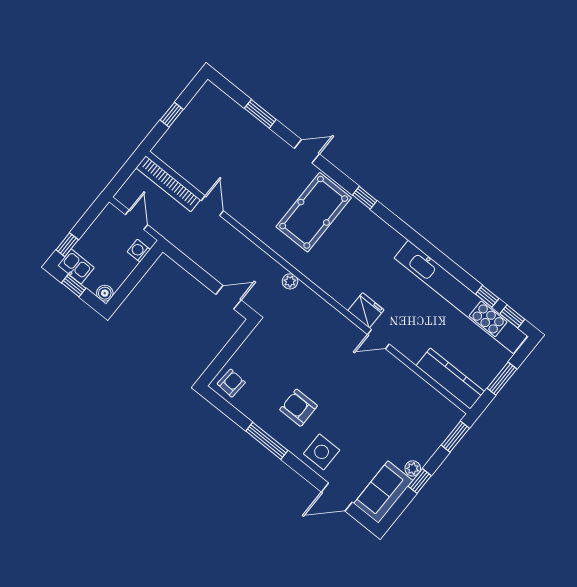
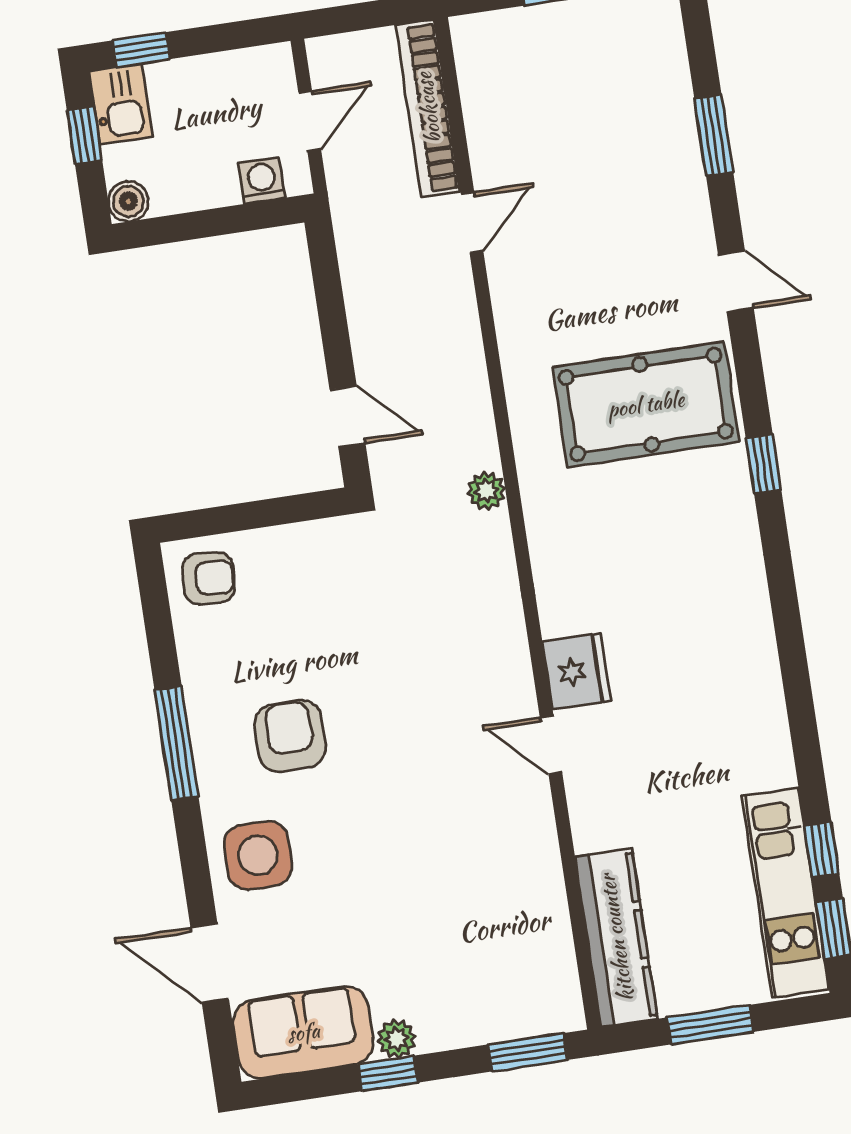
kitchen unit: (461, 297) -> (785, 893), width x0.54

